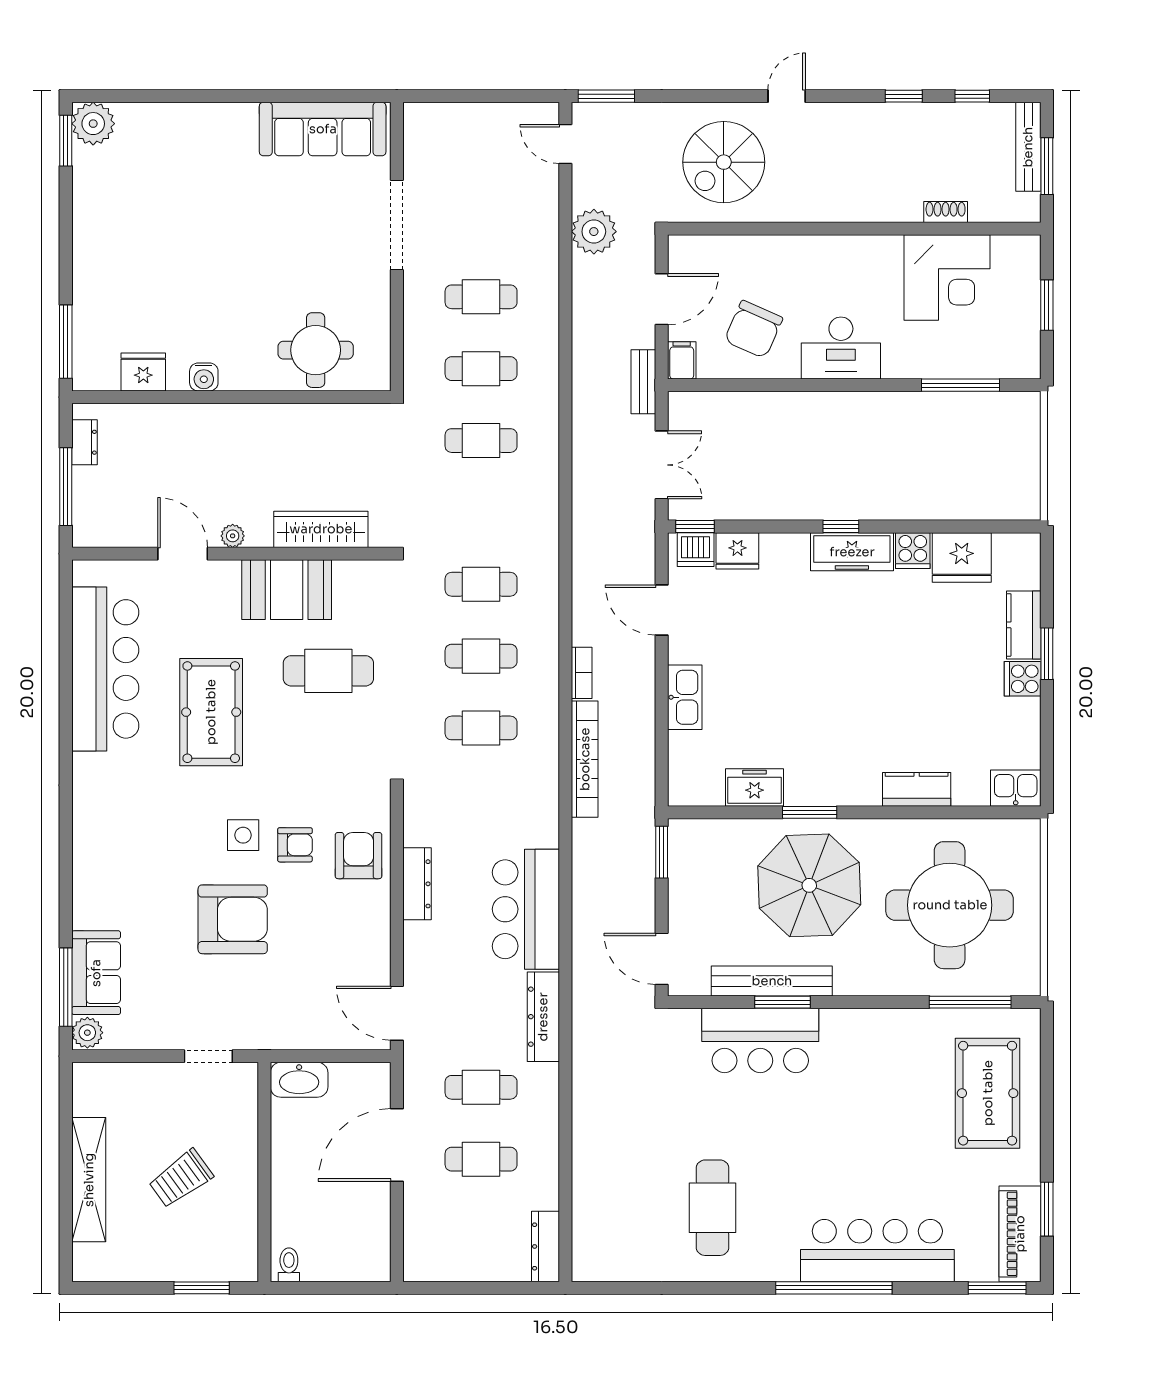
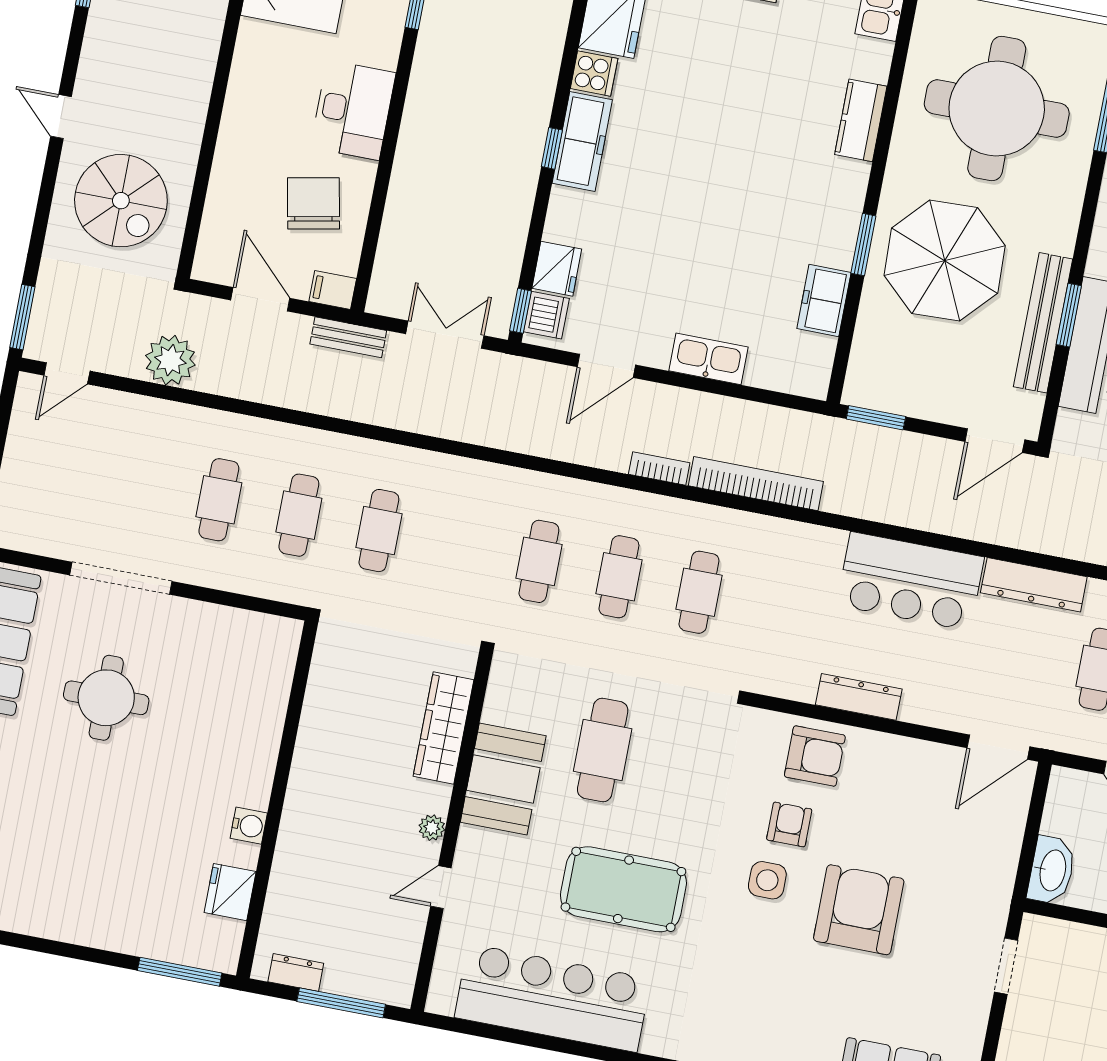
chair: (753, 329) -> (313, 203), turned -125
round table: (316, 350) -> (106, 698), moved
door: (183, 554) -> (441, 887), width x0.73
armchair: (359, 856) -> (815, 756), turned 180

